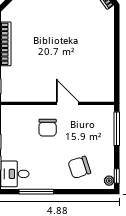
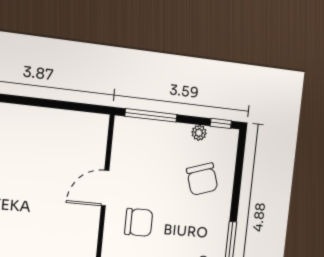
plant: (109, 181) -> (199, 133), moved

